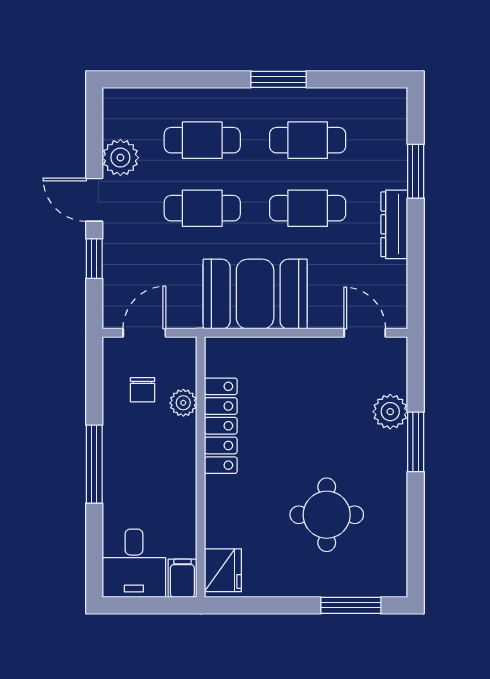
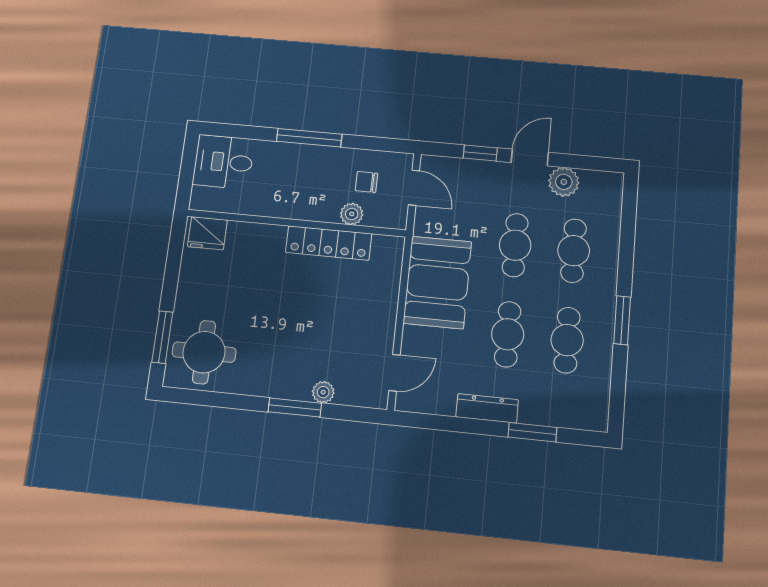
plant: (390, 412) -> (323, 392), width x0.73, depth x0.73
round table: (327, 515) -> (204, 352), moved
filing cabinet: (182, 578) -> (206, 200), removed

